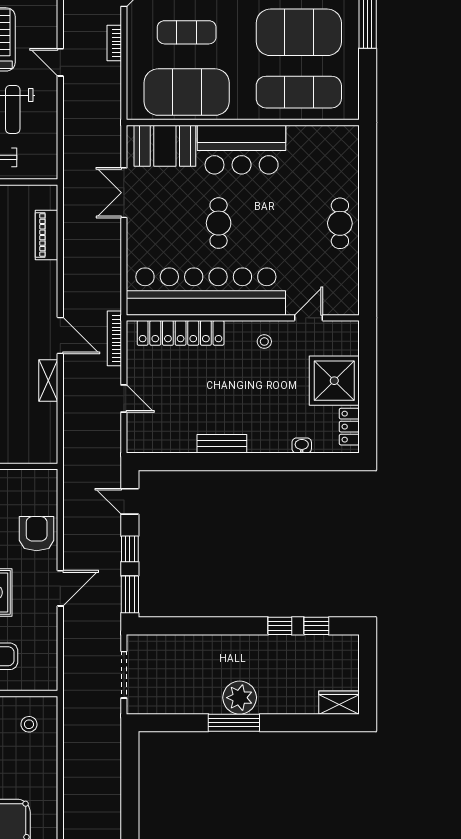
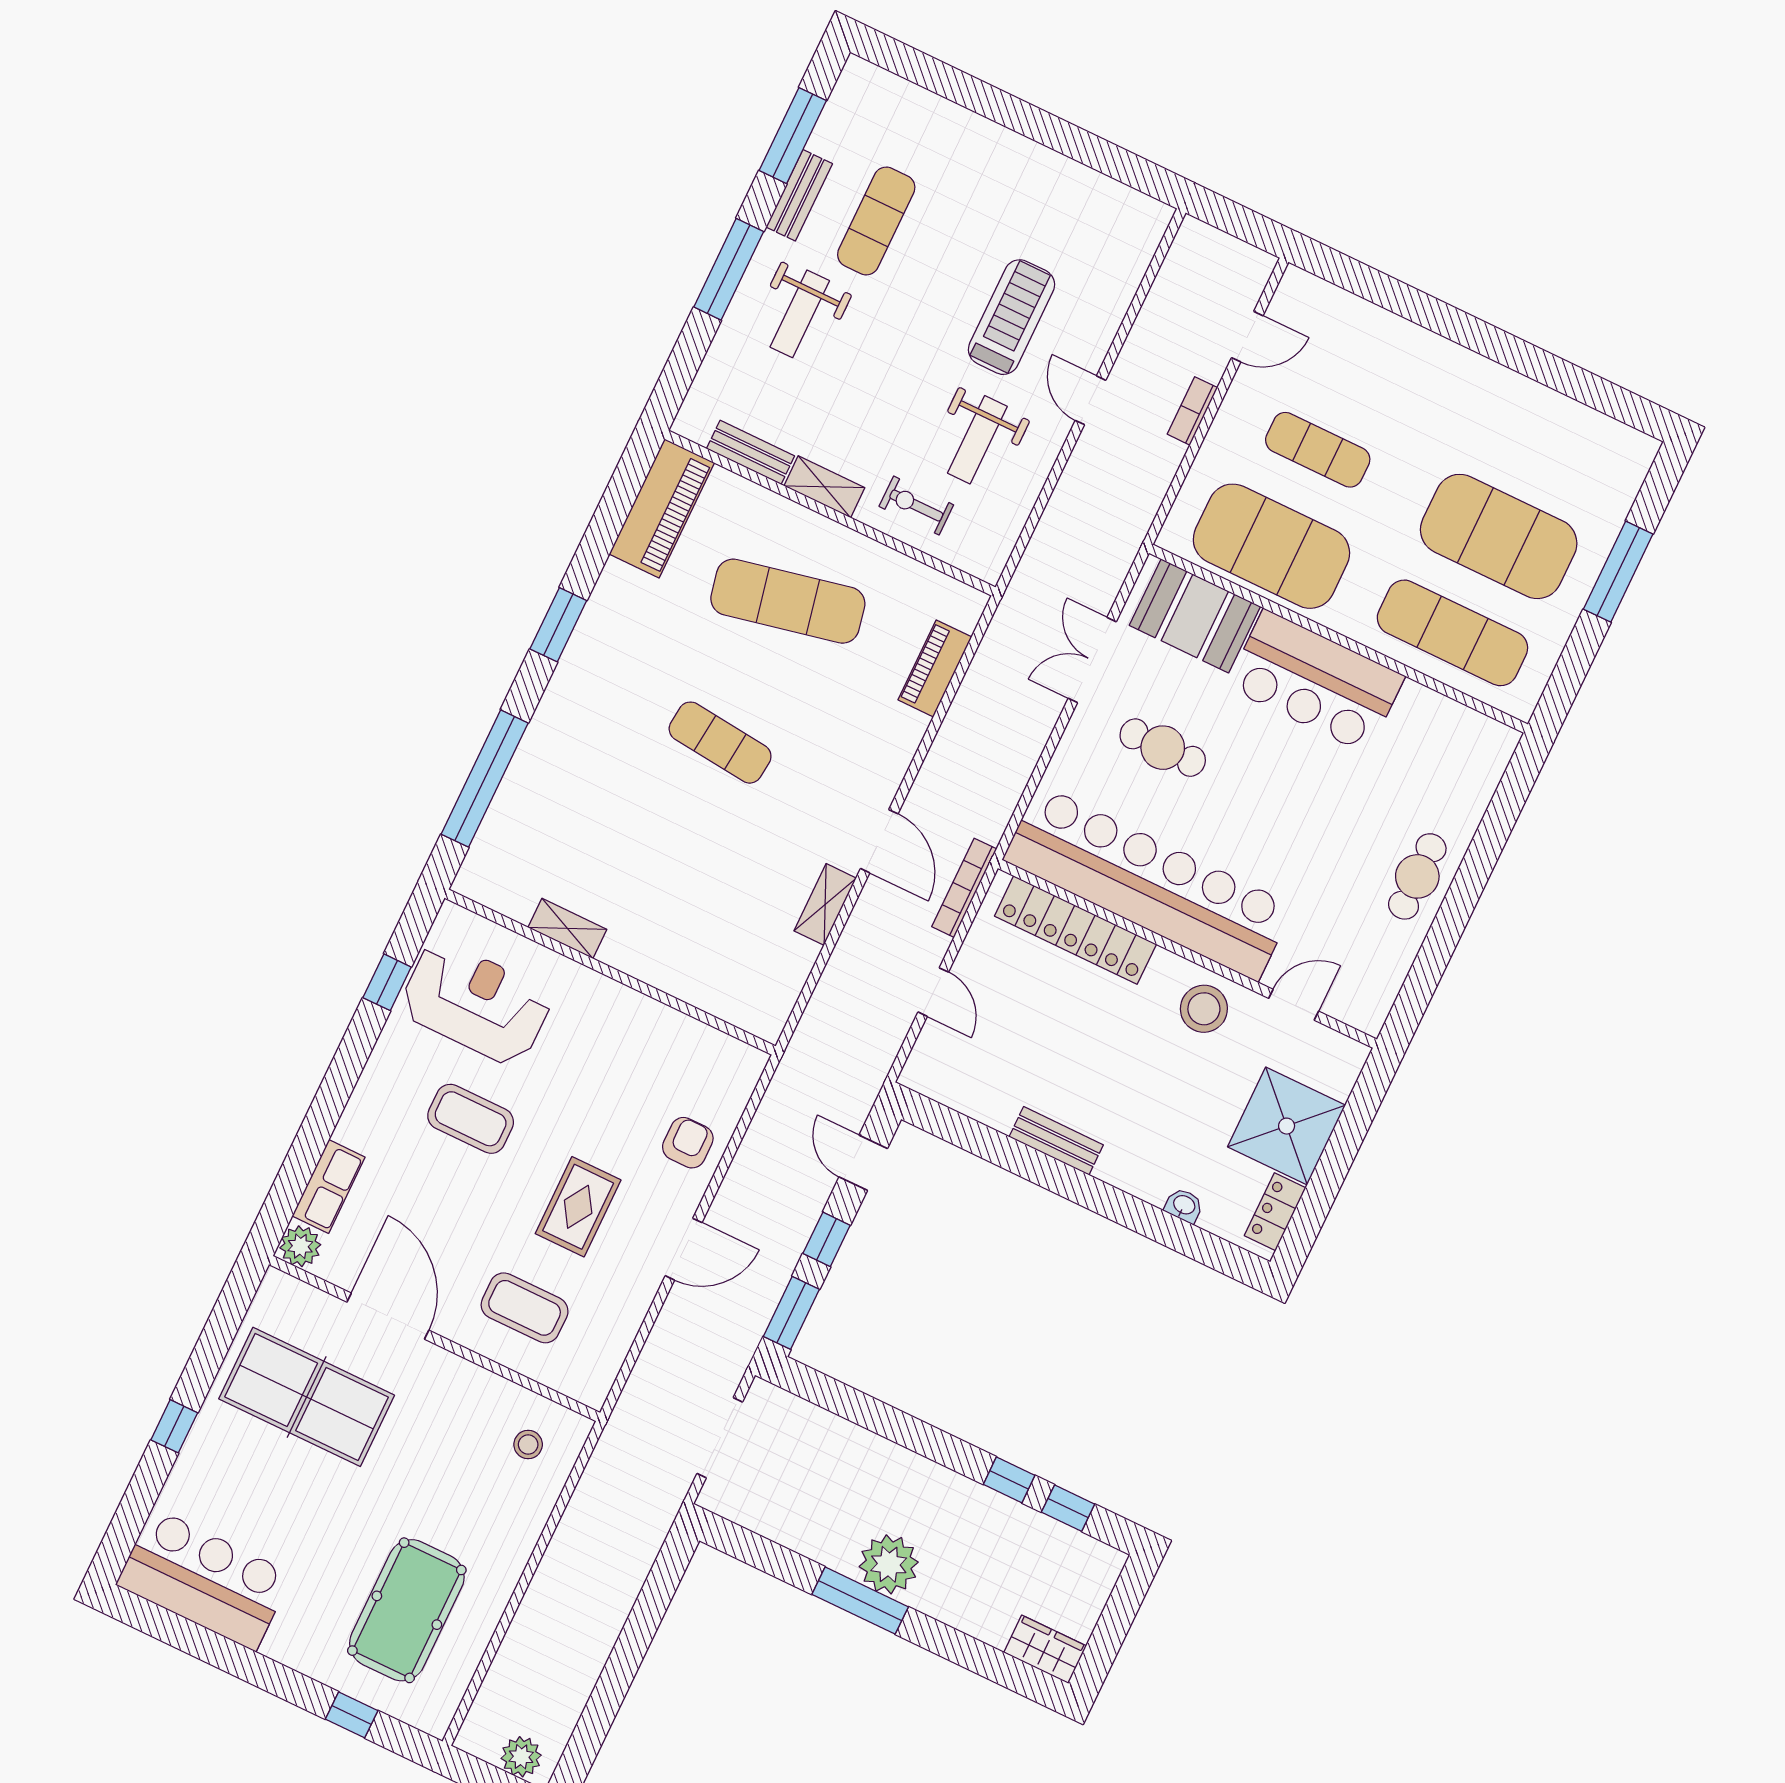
cafe table: (219, 223) -> (1163, 748), moved, turned 90
stool: (264, 342) -> (1204, 1009), width x1.89, depth x1.89
armchair: (37, 534) -> (688, 1143), width x0.72, depth x0.72

